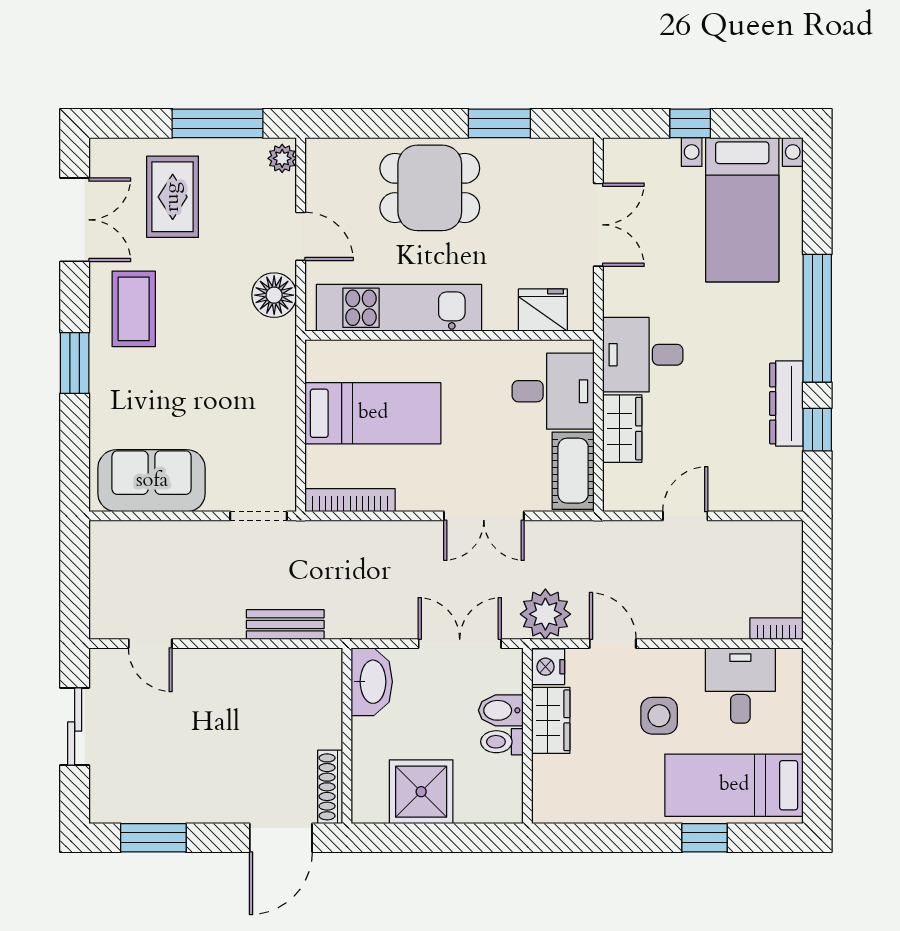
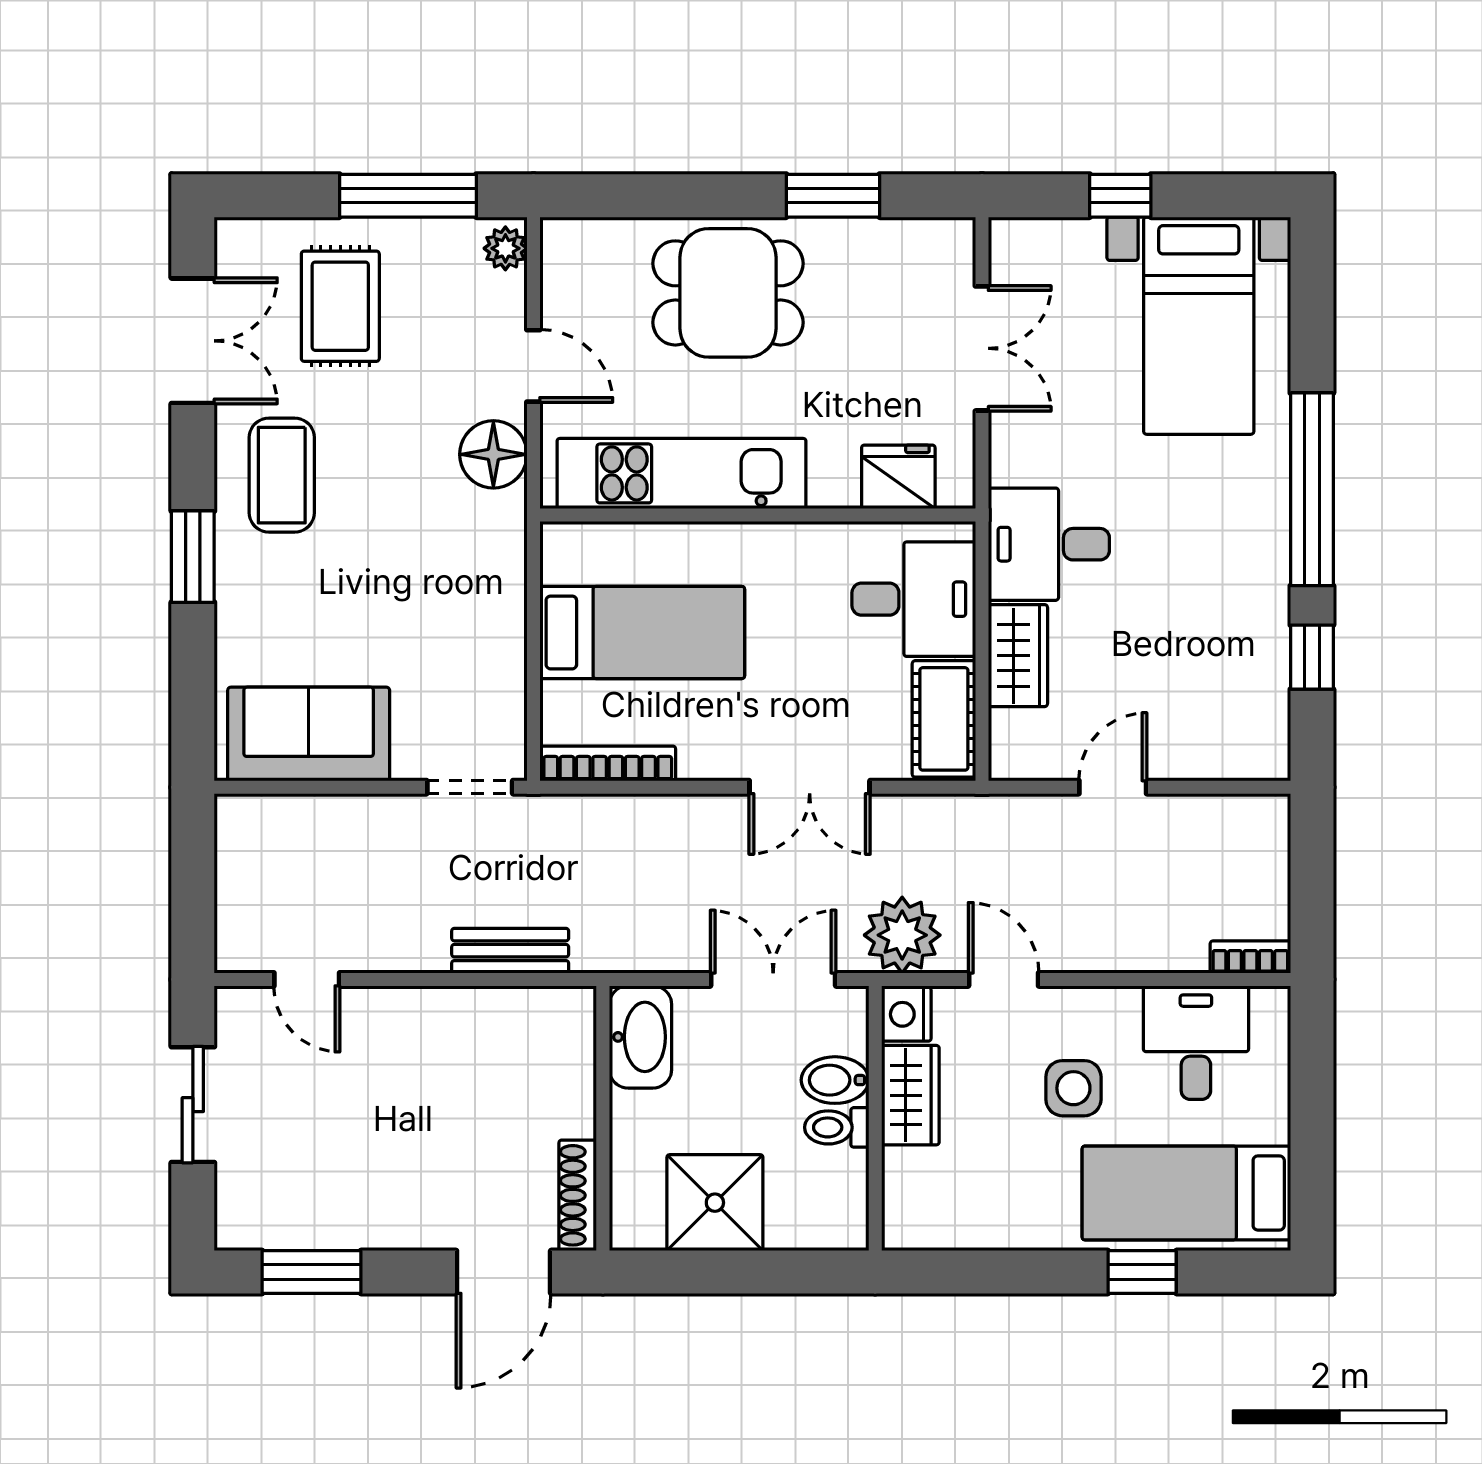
dresser: (786, 404) -> (1265, 618), removed

